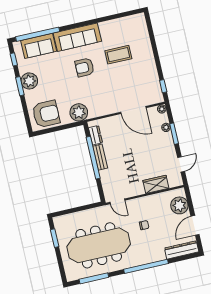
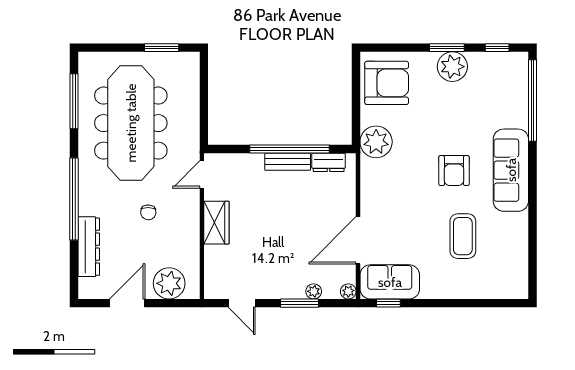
sofa: (39, 46) -> (390, 282), moved, turned 90
armchair: (85, 67) -> (454, 171), turned 180
armchair: (46, 114) -> (387, 83), turned -90
wardrobe: (156, 184) -> (216, 223), moved
door: (195, 225) -> (127, 303), hinge flipped
dresser: (182, 250) -> (89, 247), moved

